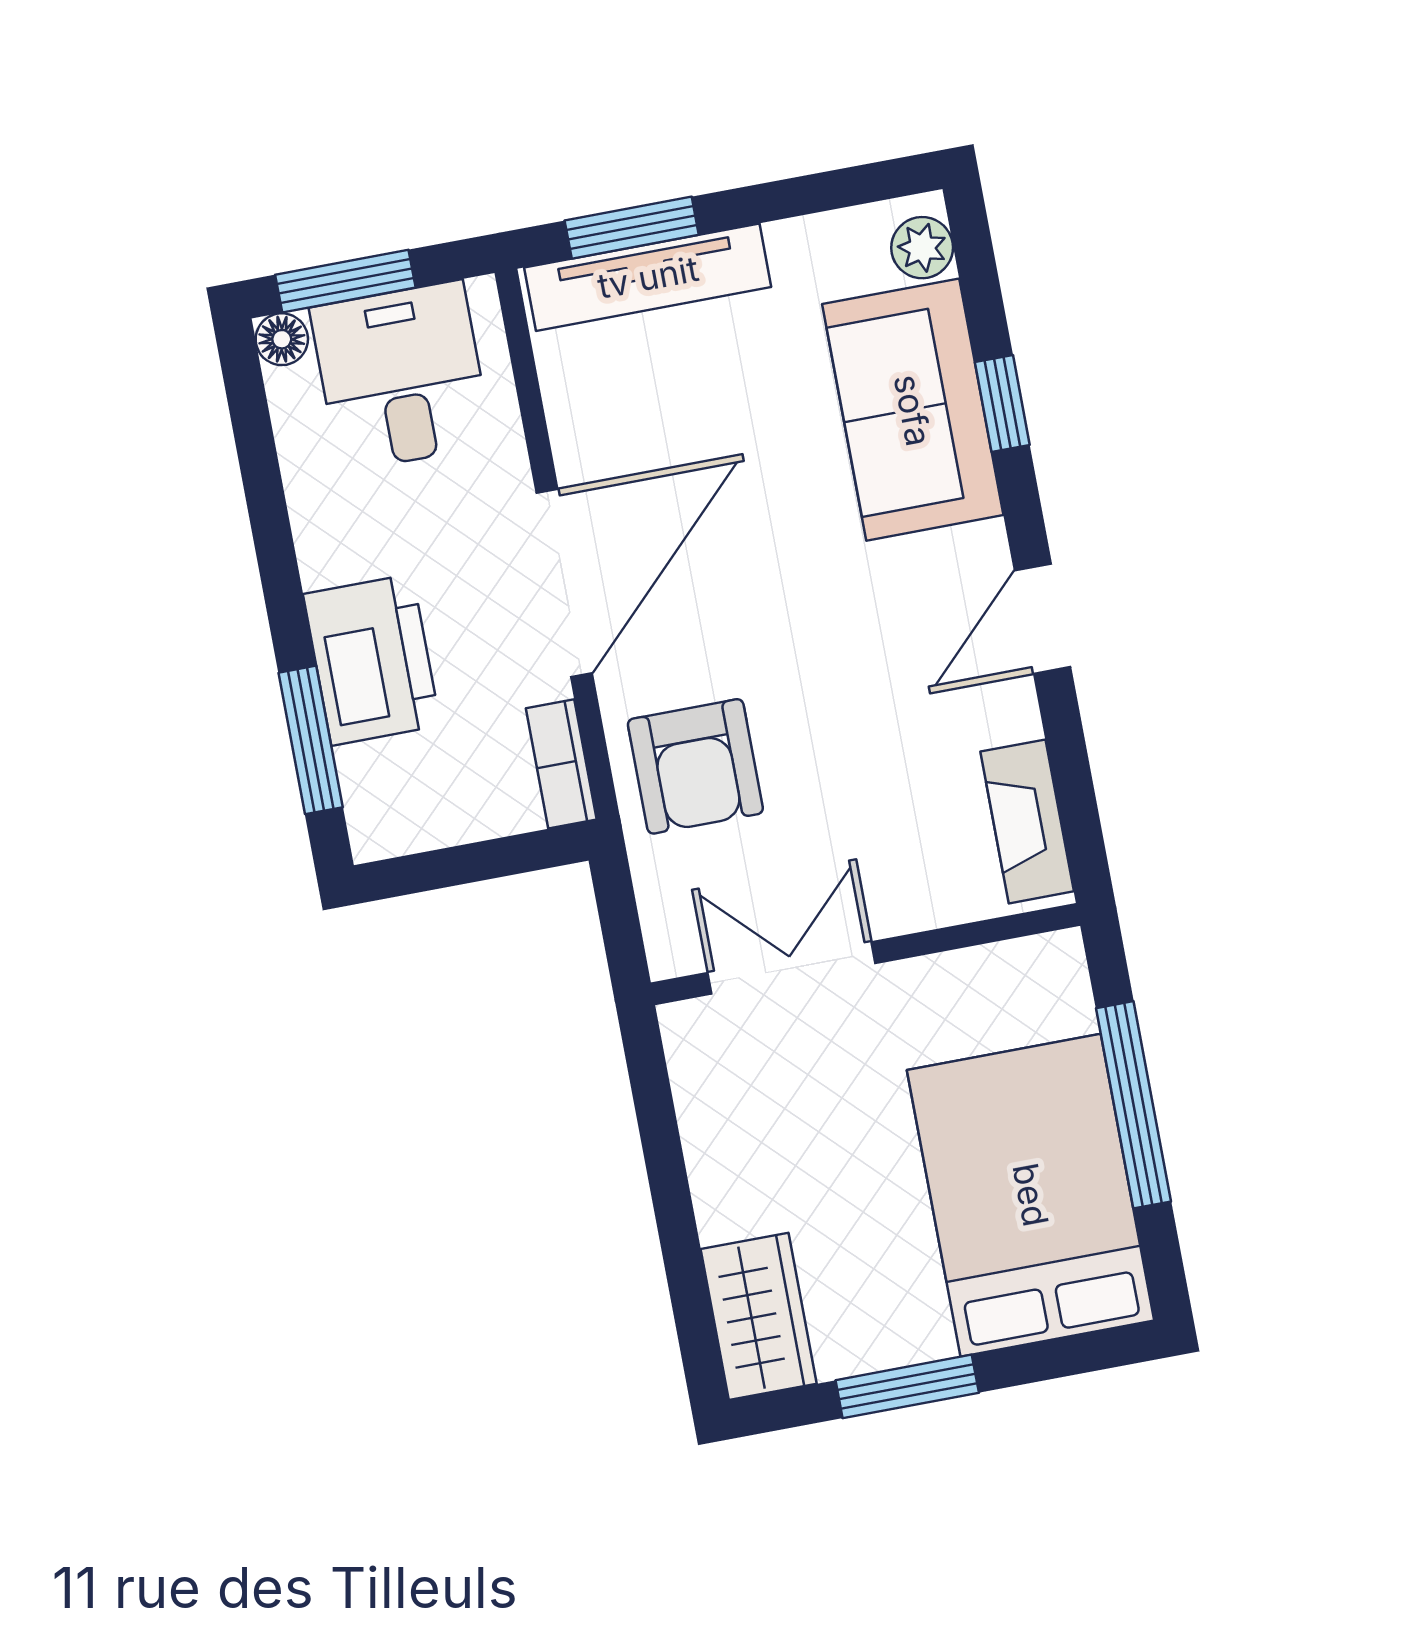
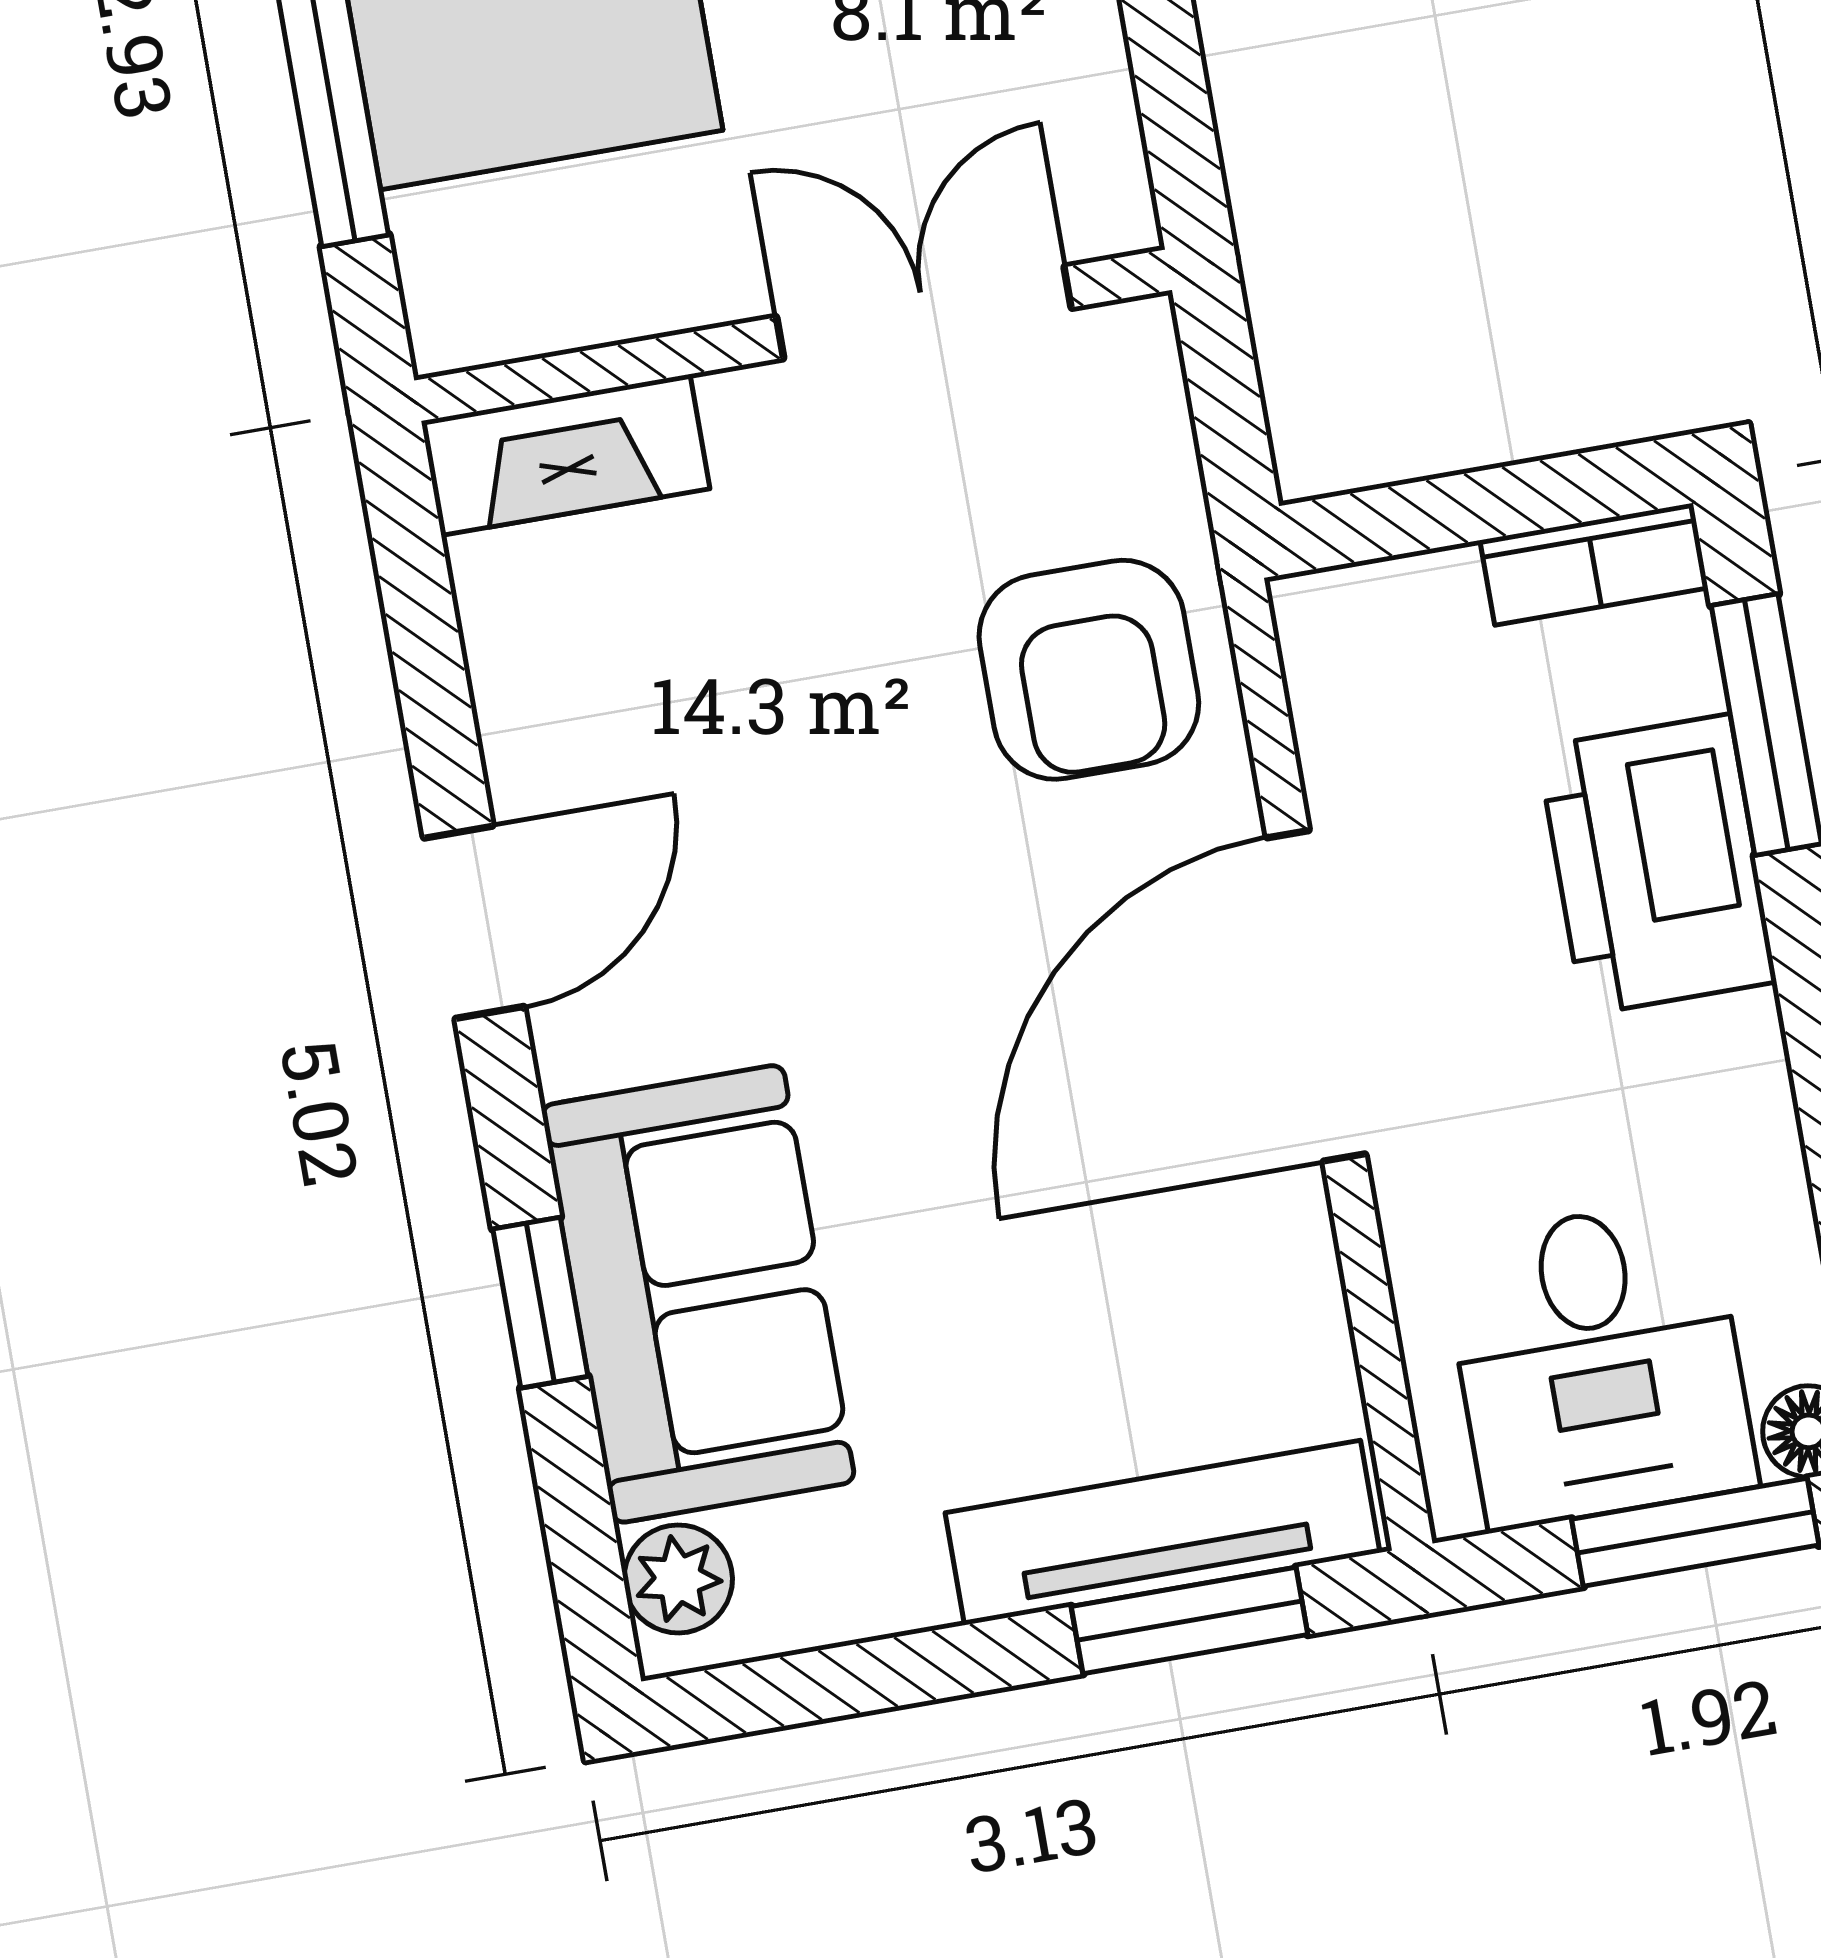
bookcase: (561, 764) -> (1594, 564), moved, turned 90
armchair: (695, 766) -> (1089, 670), turned 180
fireplace: (1027, 821) -> (565, 455), moved, turned 90
double door: (791, 968) -> (924, 312), swing flipped

